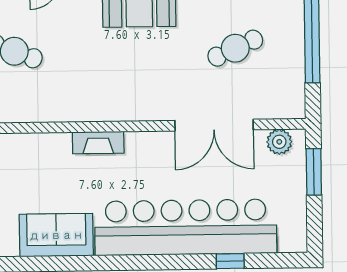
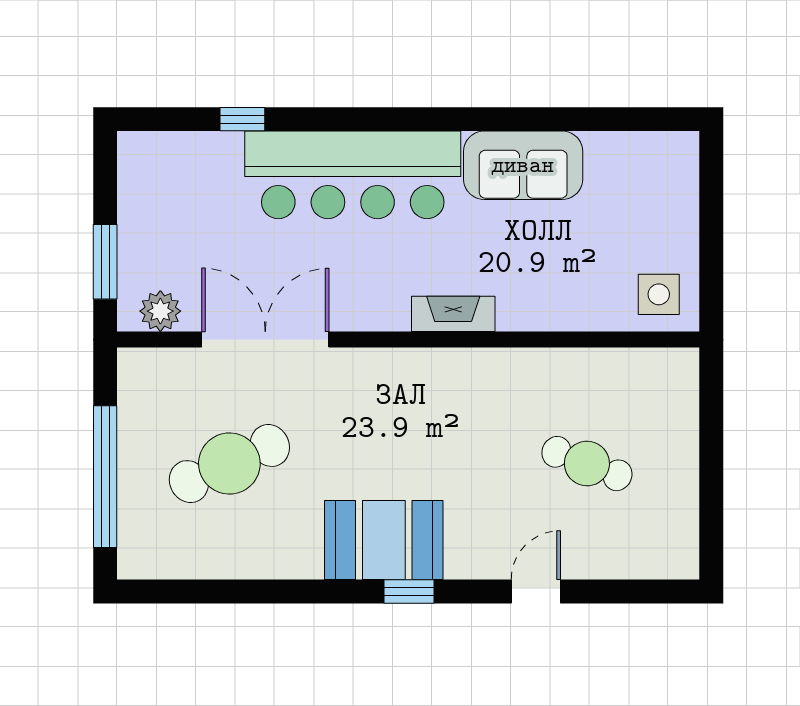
cafe table: (235, 48) -> (229, 464), width x1.37, depth x1.35
bar counter: (186, 227) -> (353, 175), width x0.73

